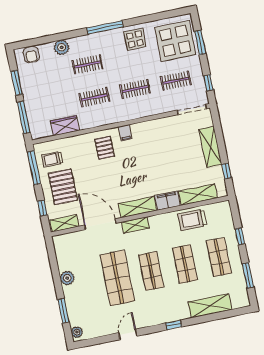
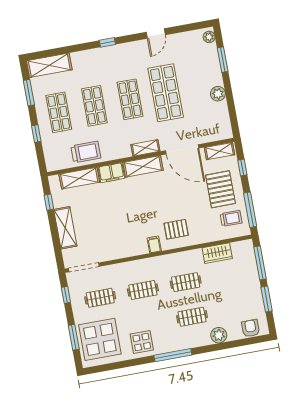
pallet: (104, 148) -> (176, 229), turned 90
shelving: (210, 306) -> (49, 65), moved

